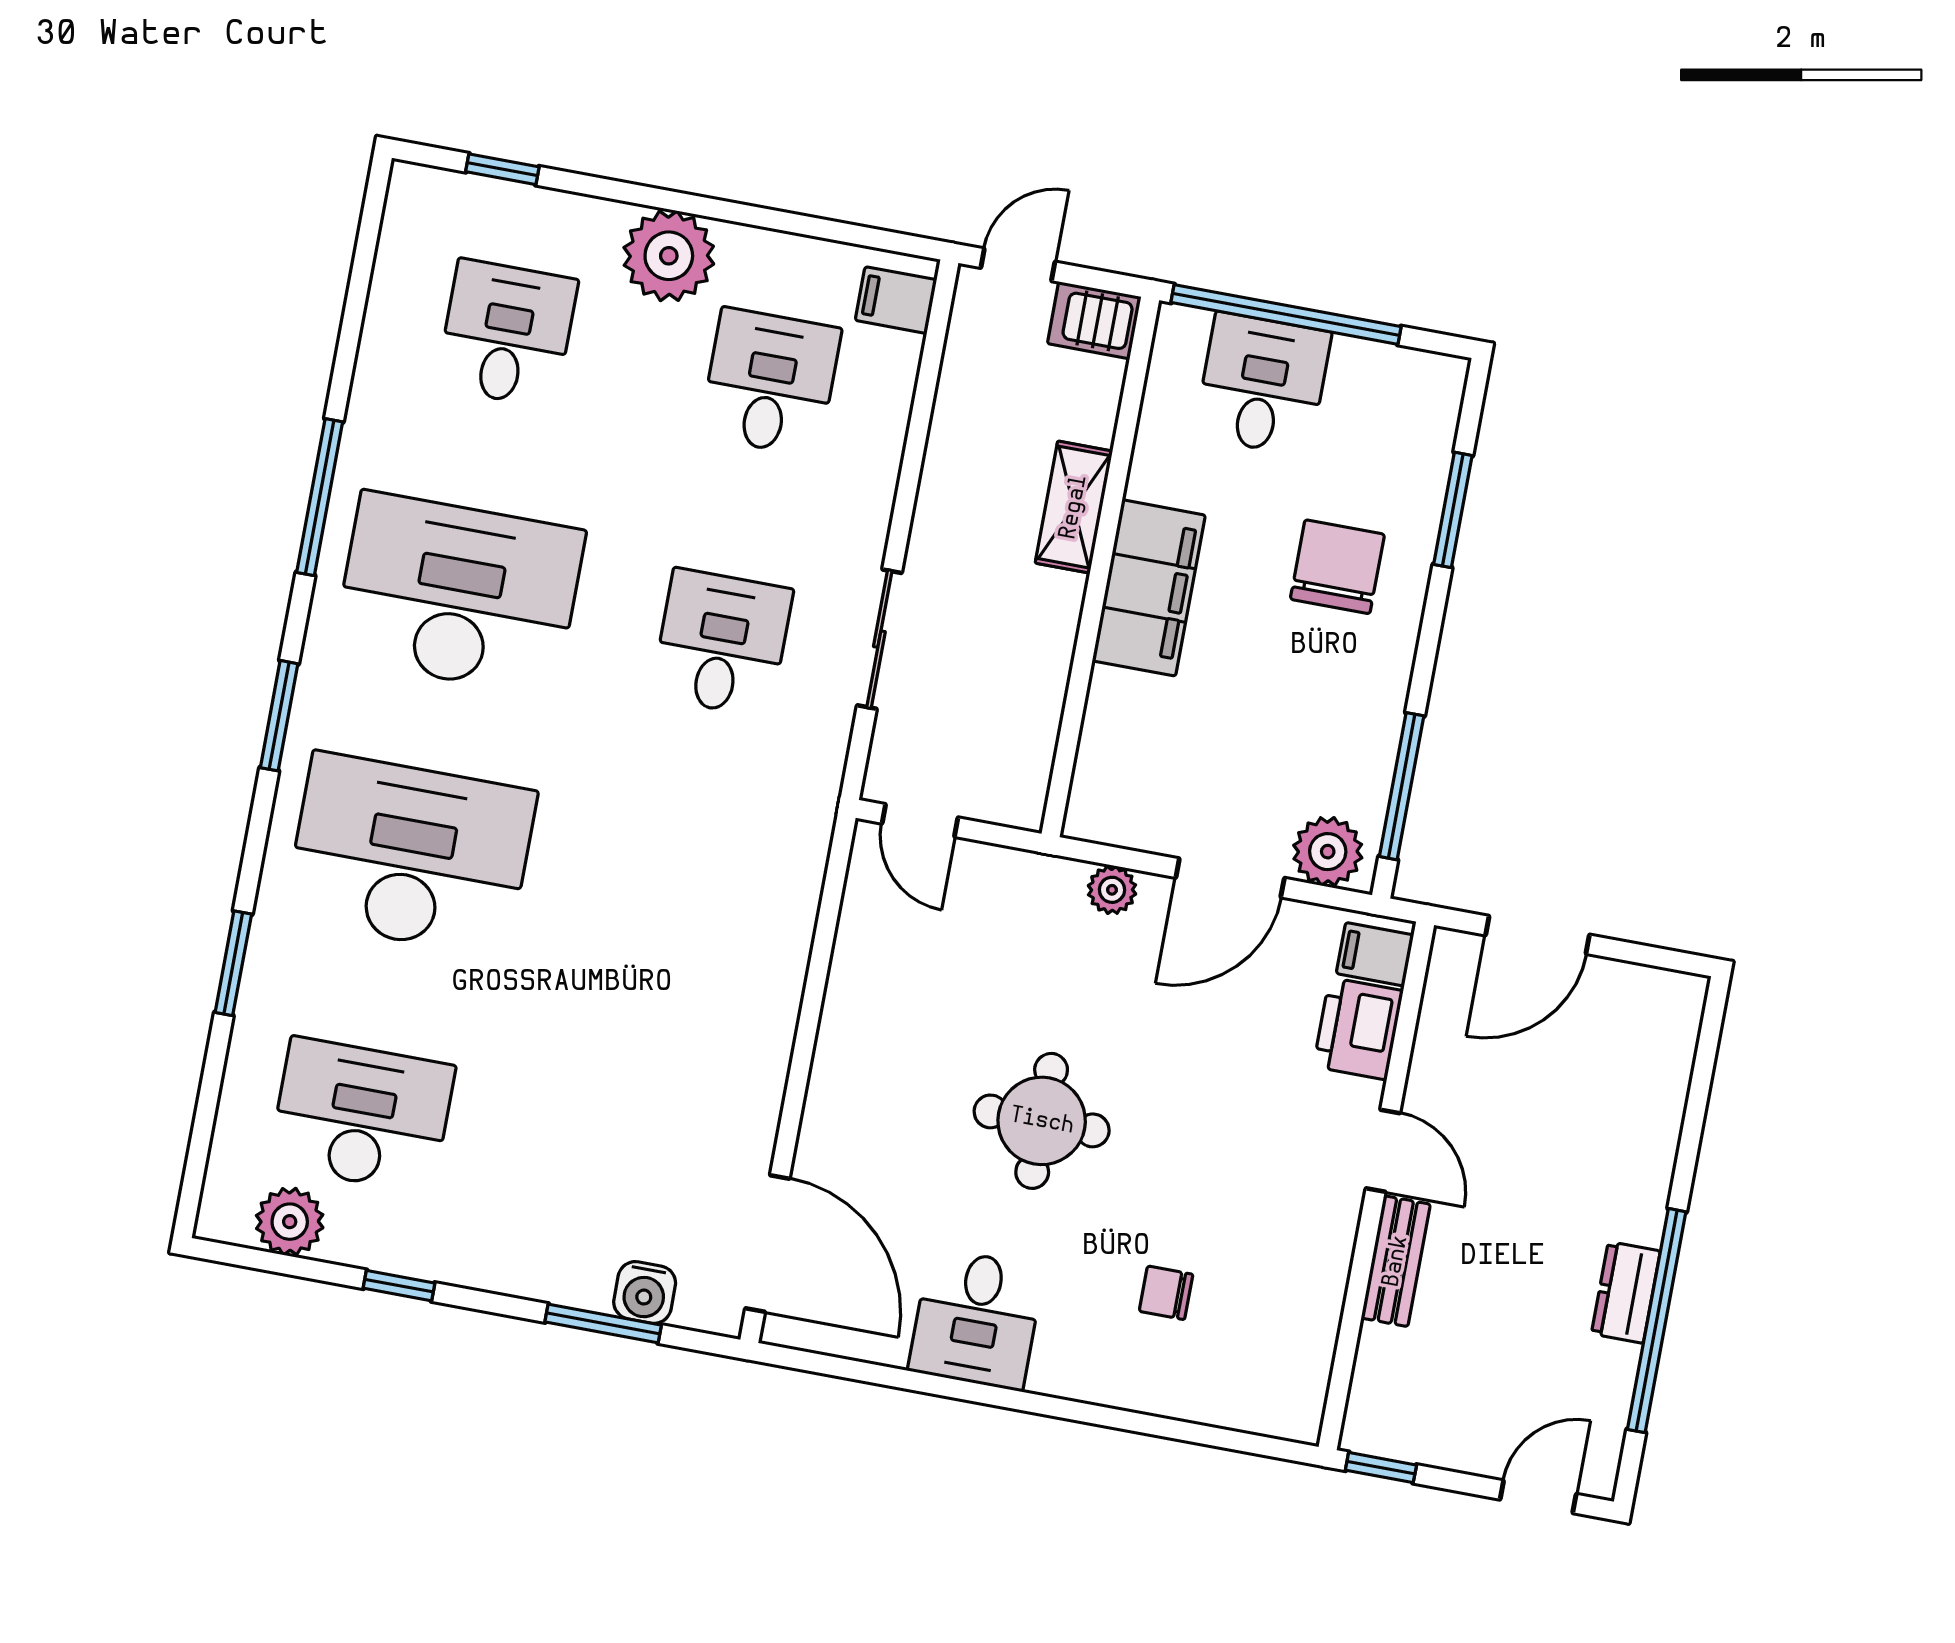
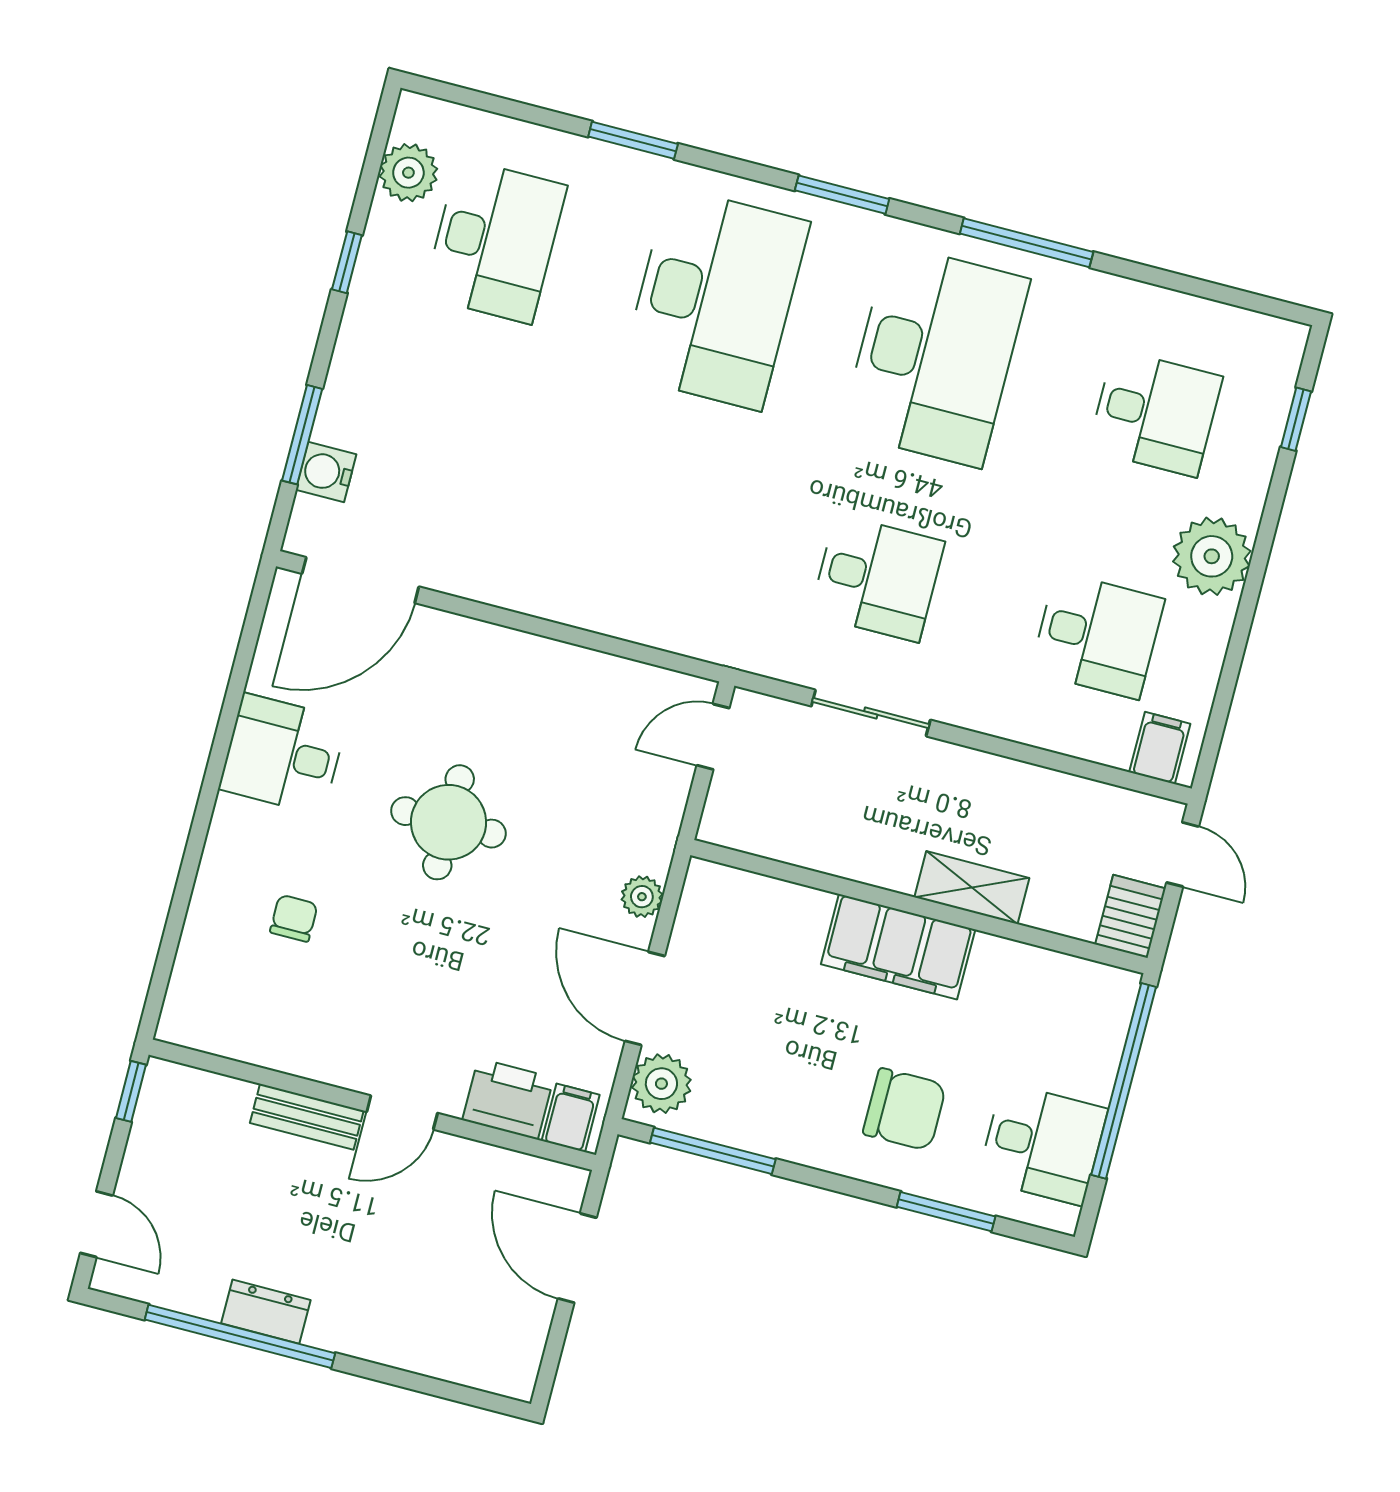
desk: (1263, 384) -> (1043, 1144), moved

